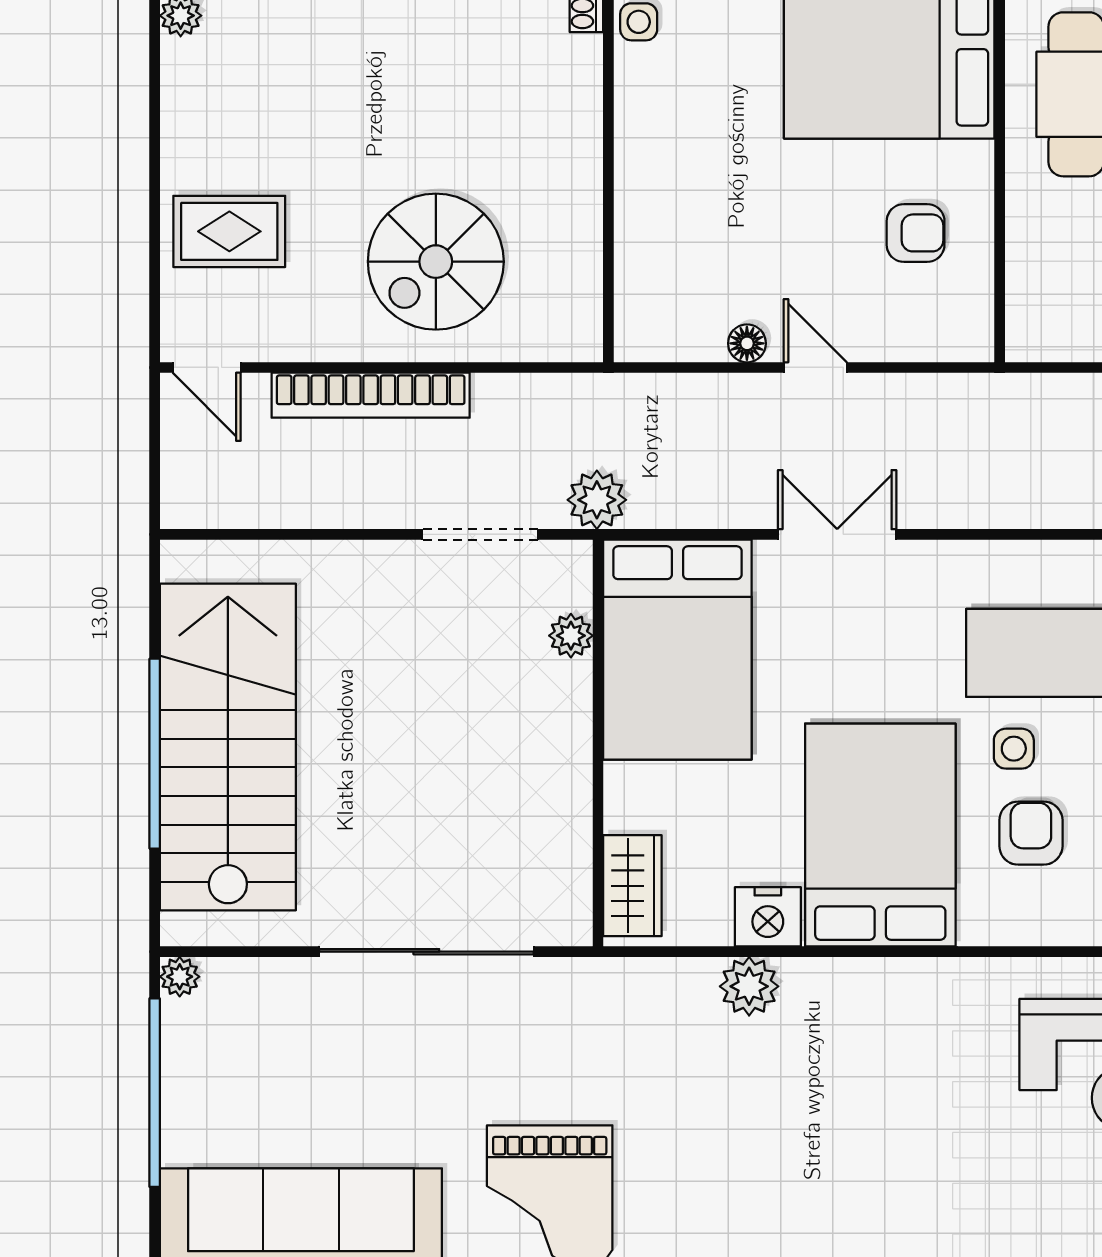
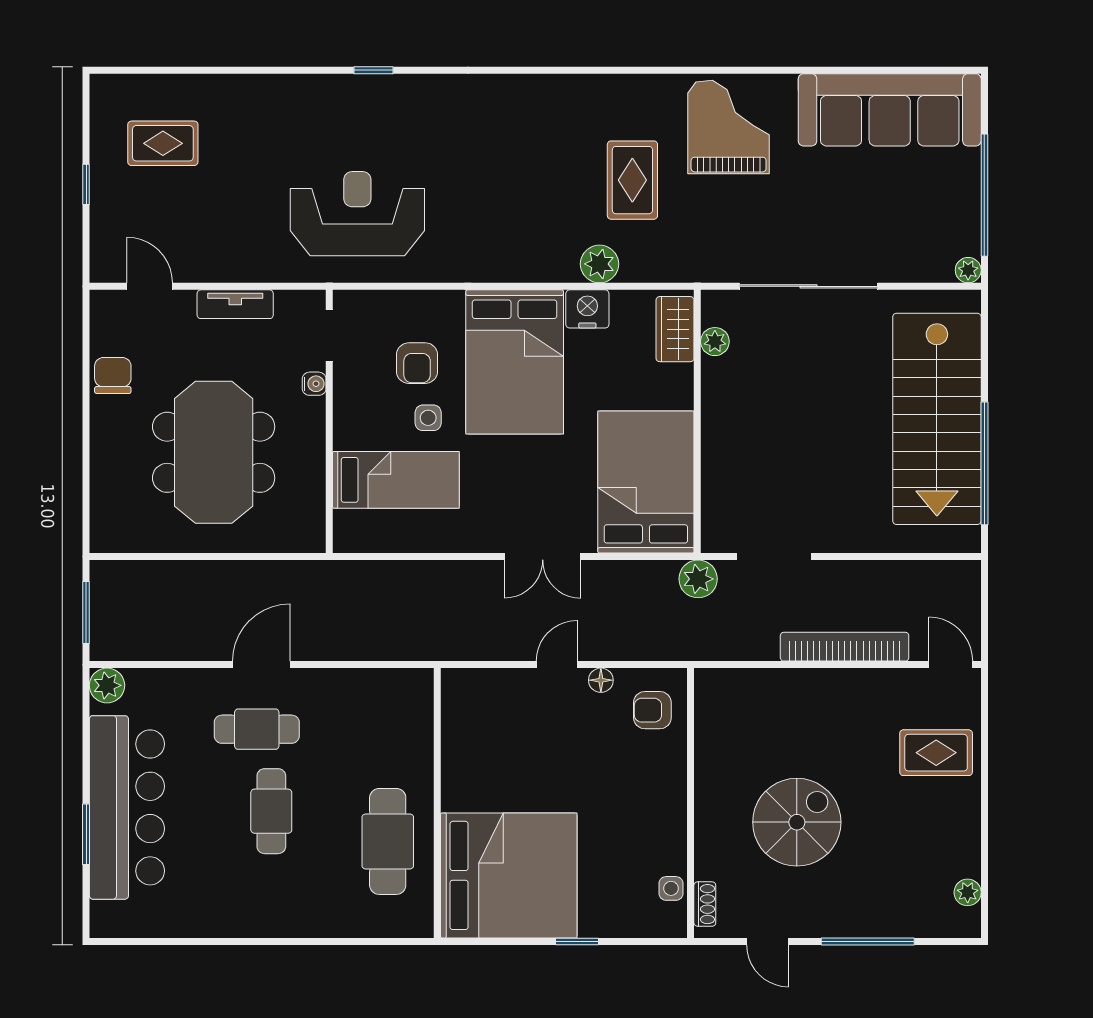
armchair: (916, 233) -> (652, 710), moved
spiral stairs: (436, 262) -> (797, 822), moved
door: (815, 367) -> (557, 665), swing flipped
plant: (571, 636) -> (715, 342), moved
window: (155, 754) -> (984, 463), moved
rug: (698, 1116) -> (632, 180), added

